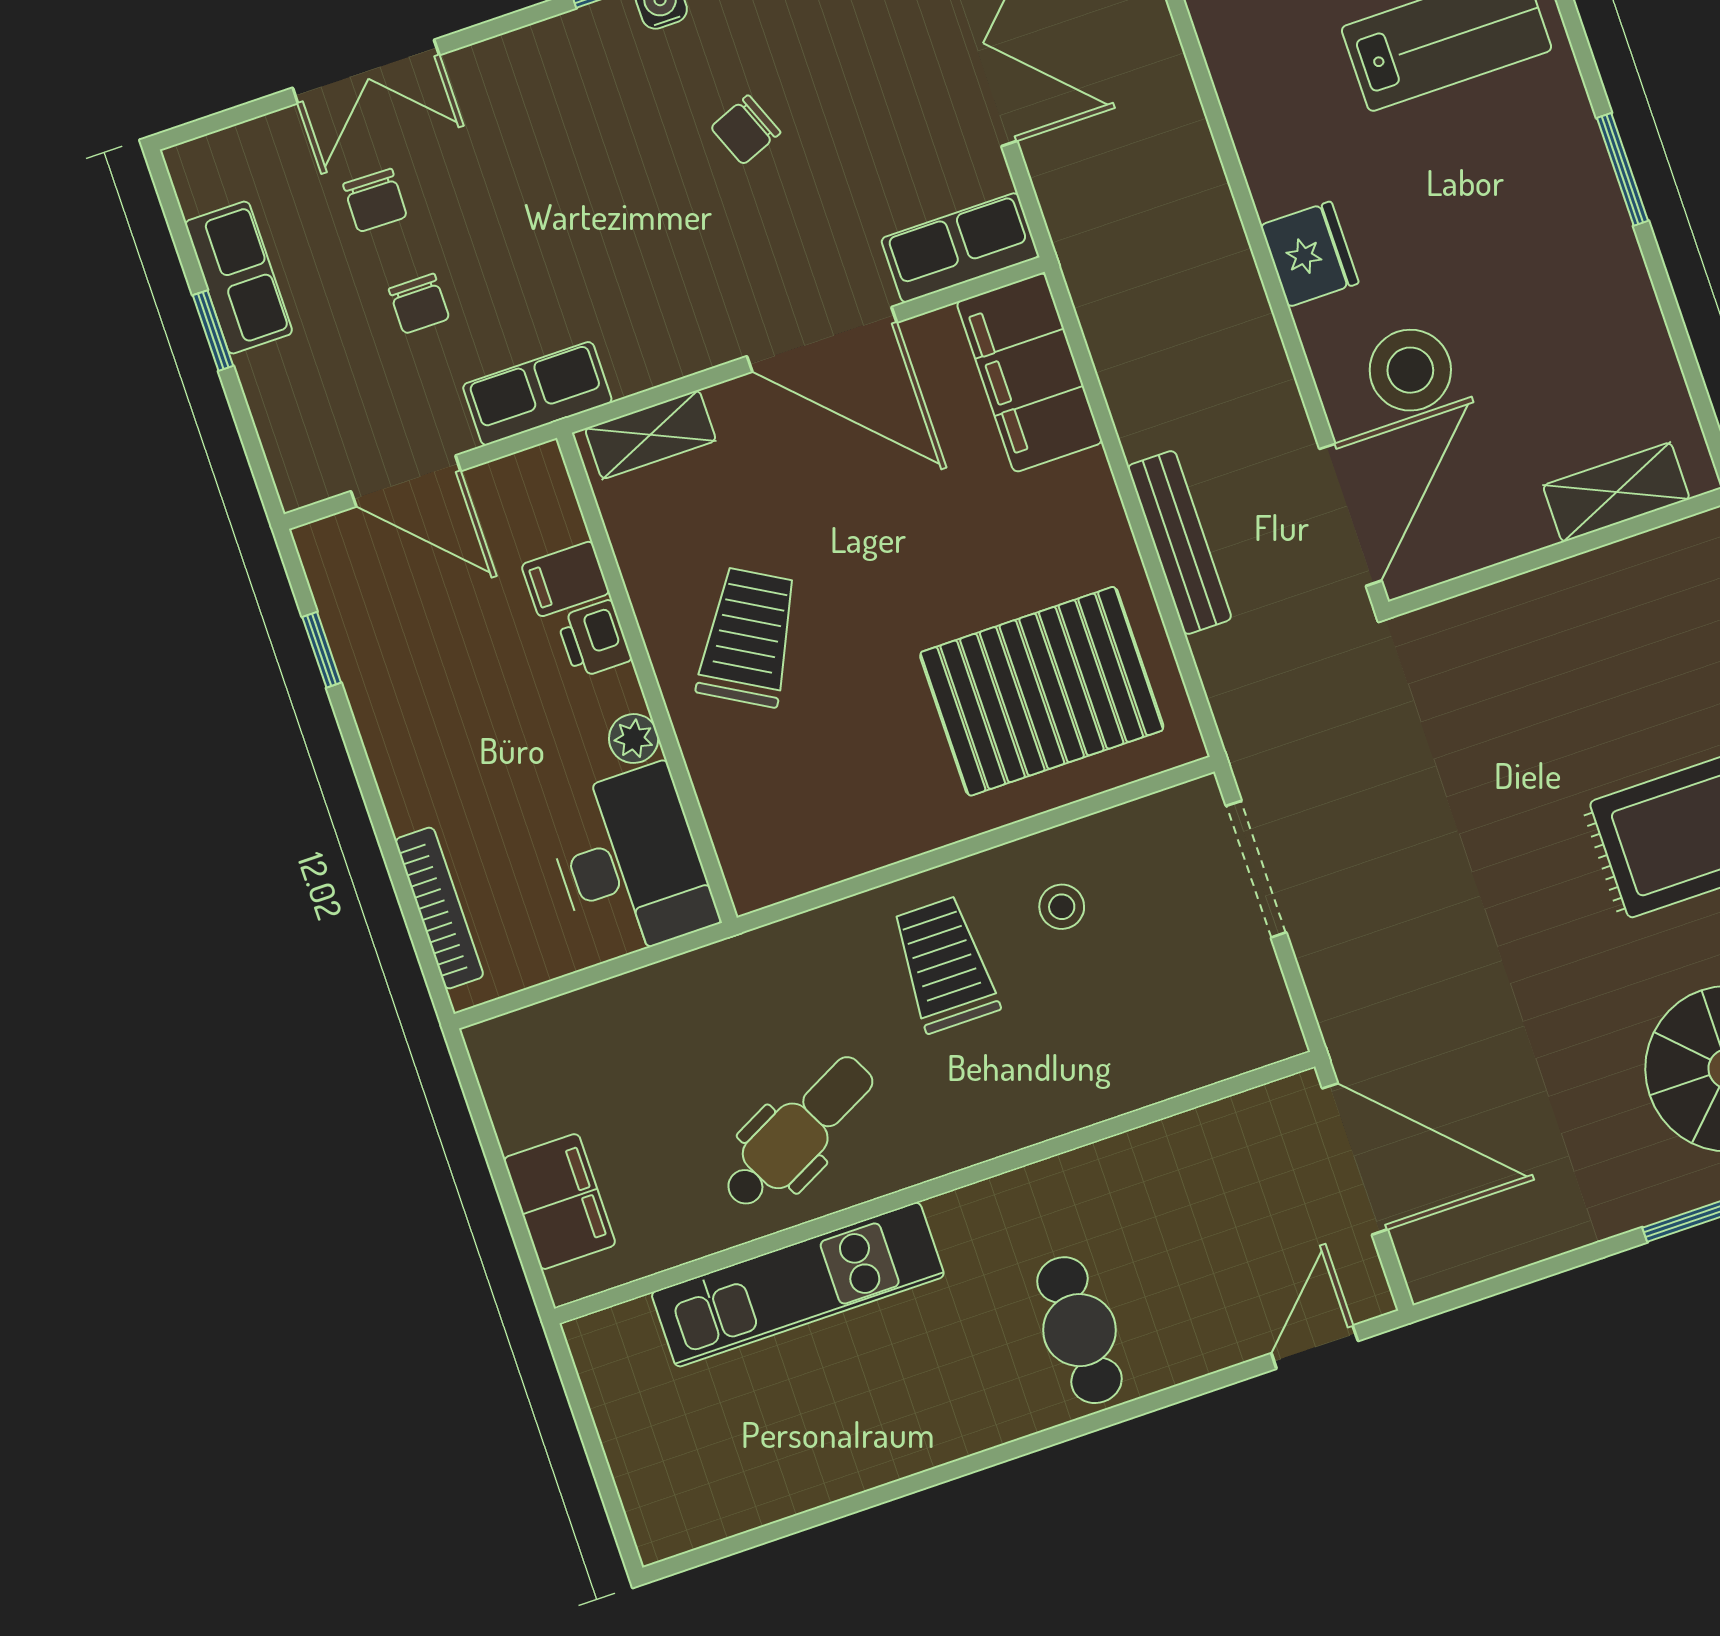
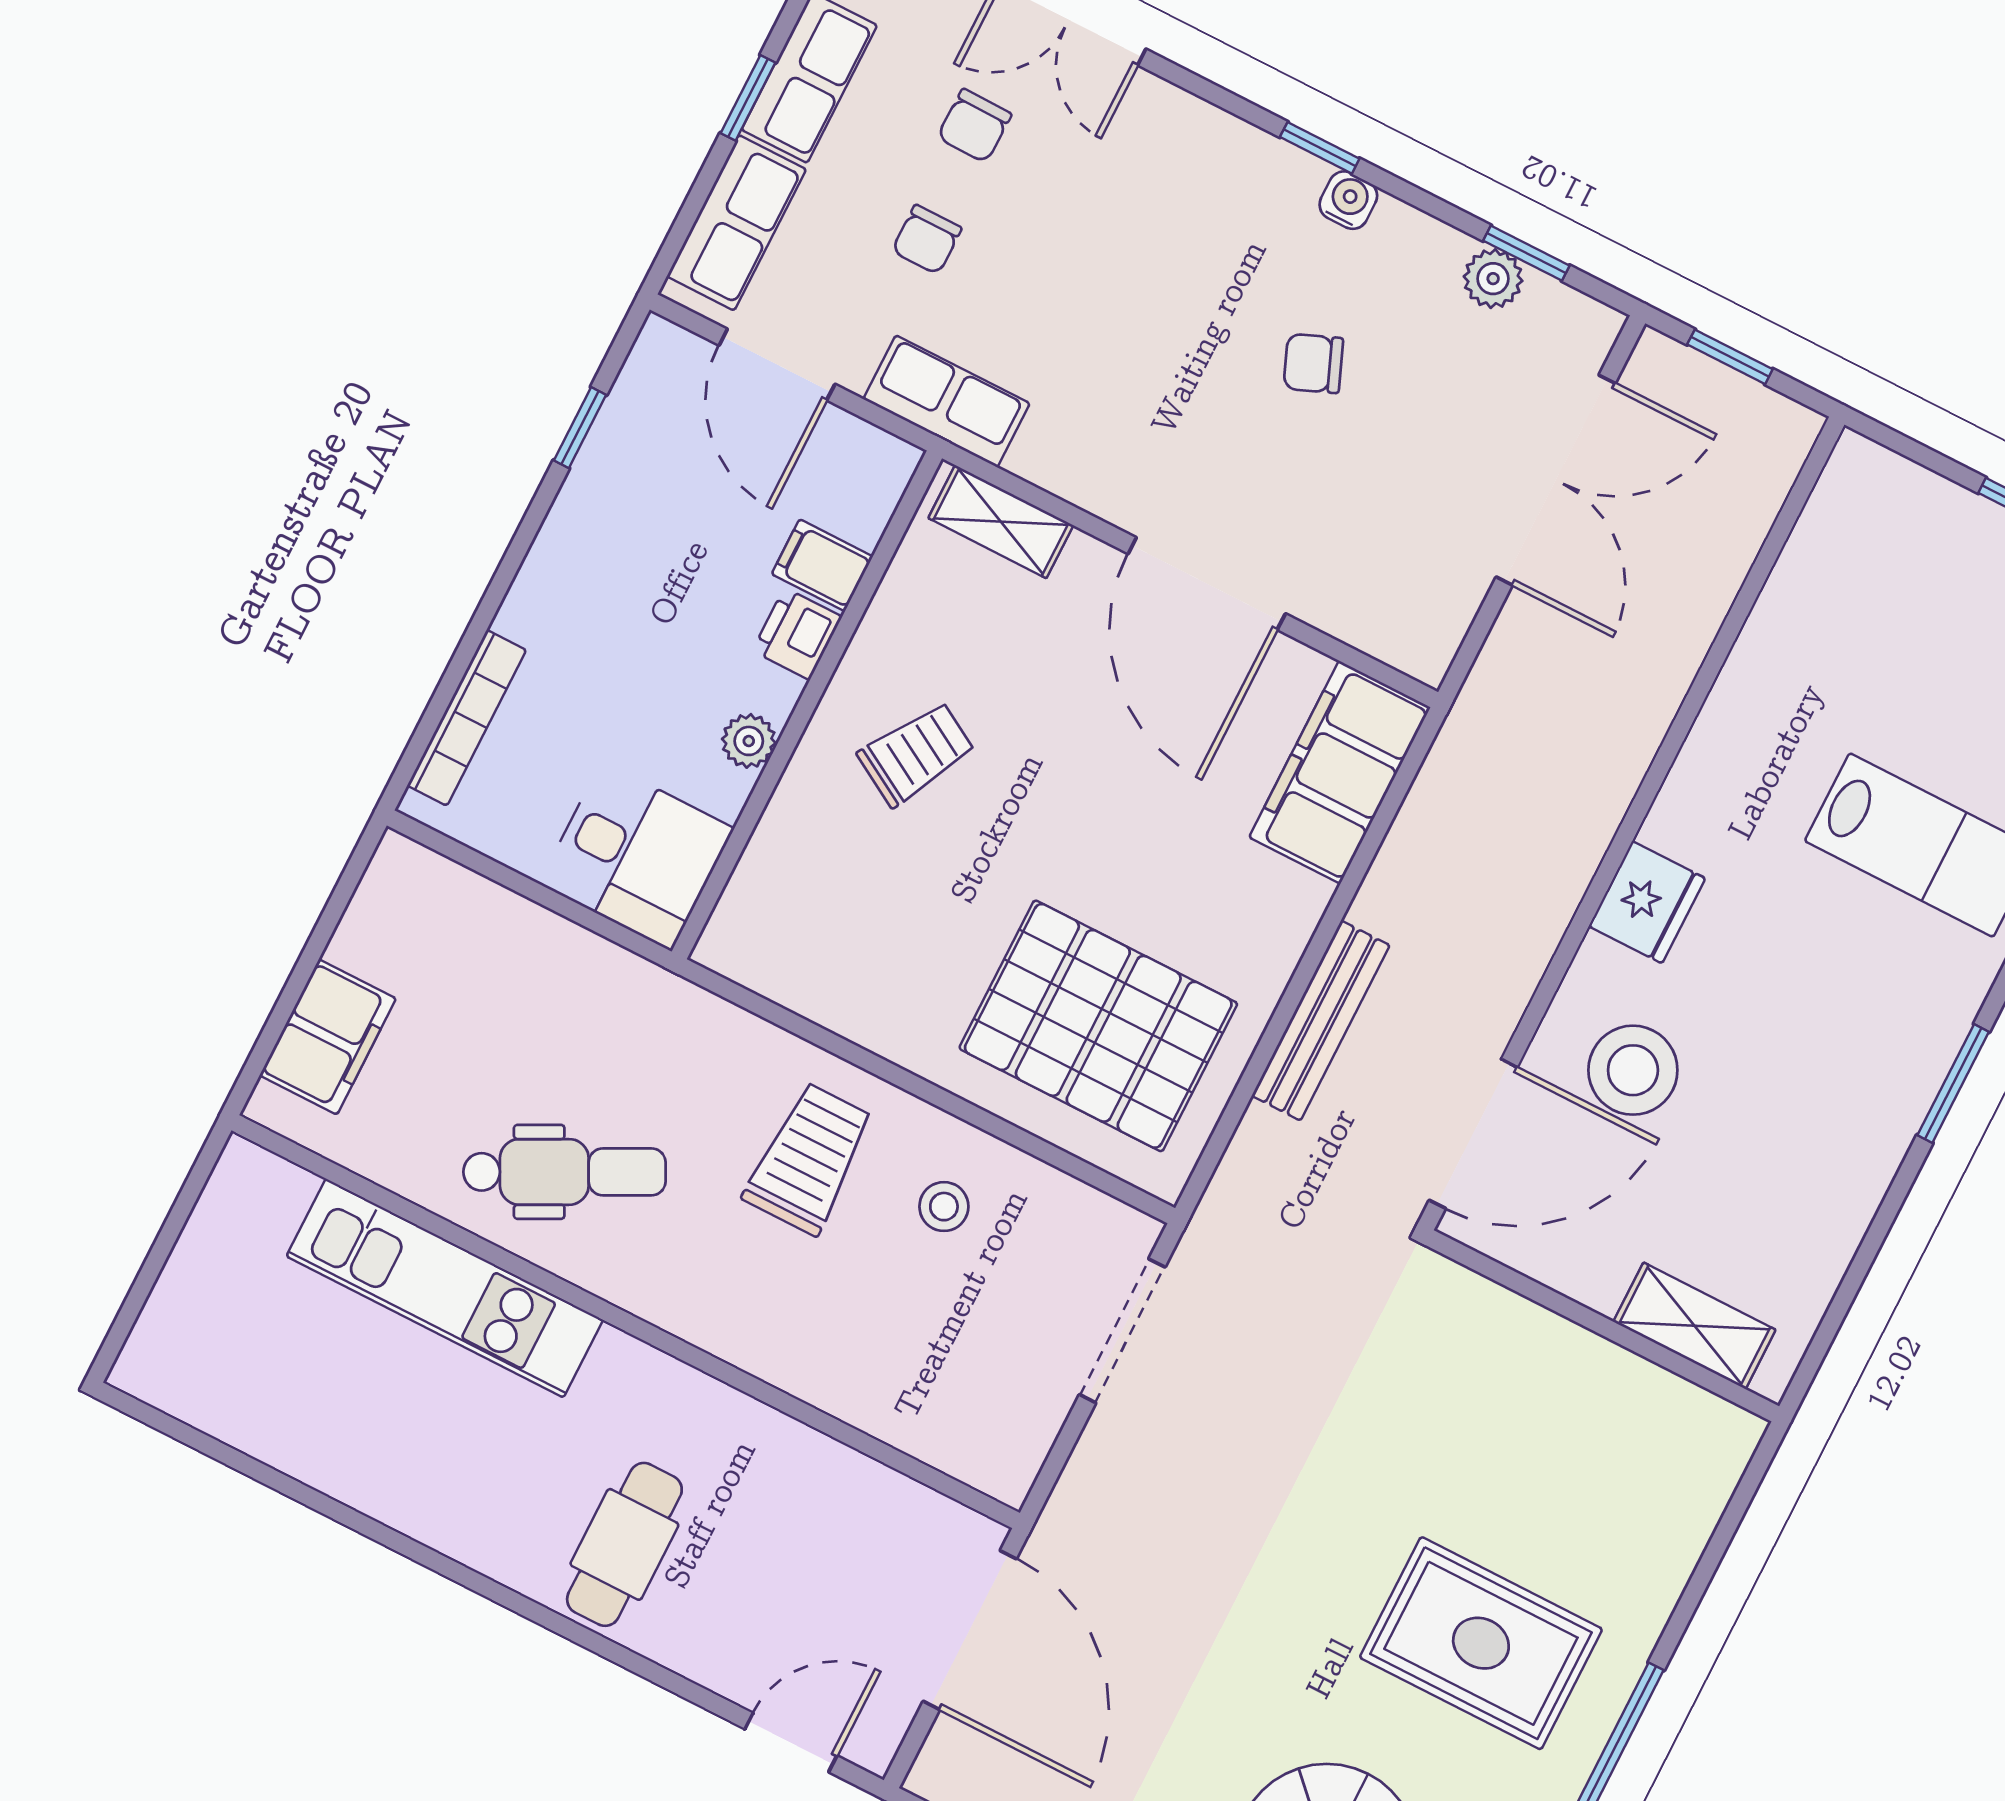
row of seats: (960, 248) -> (736, 223), moved, turned 90
trolley: (748, 637) -> (916, 754), width x0.73, depth x0.72
desk: (630, 863) -> (637, 856), width x0.73

